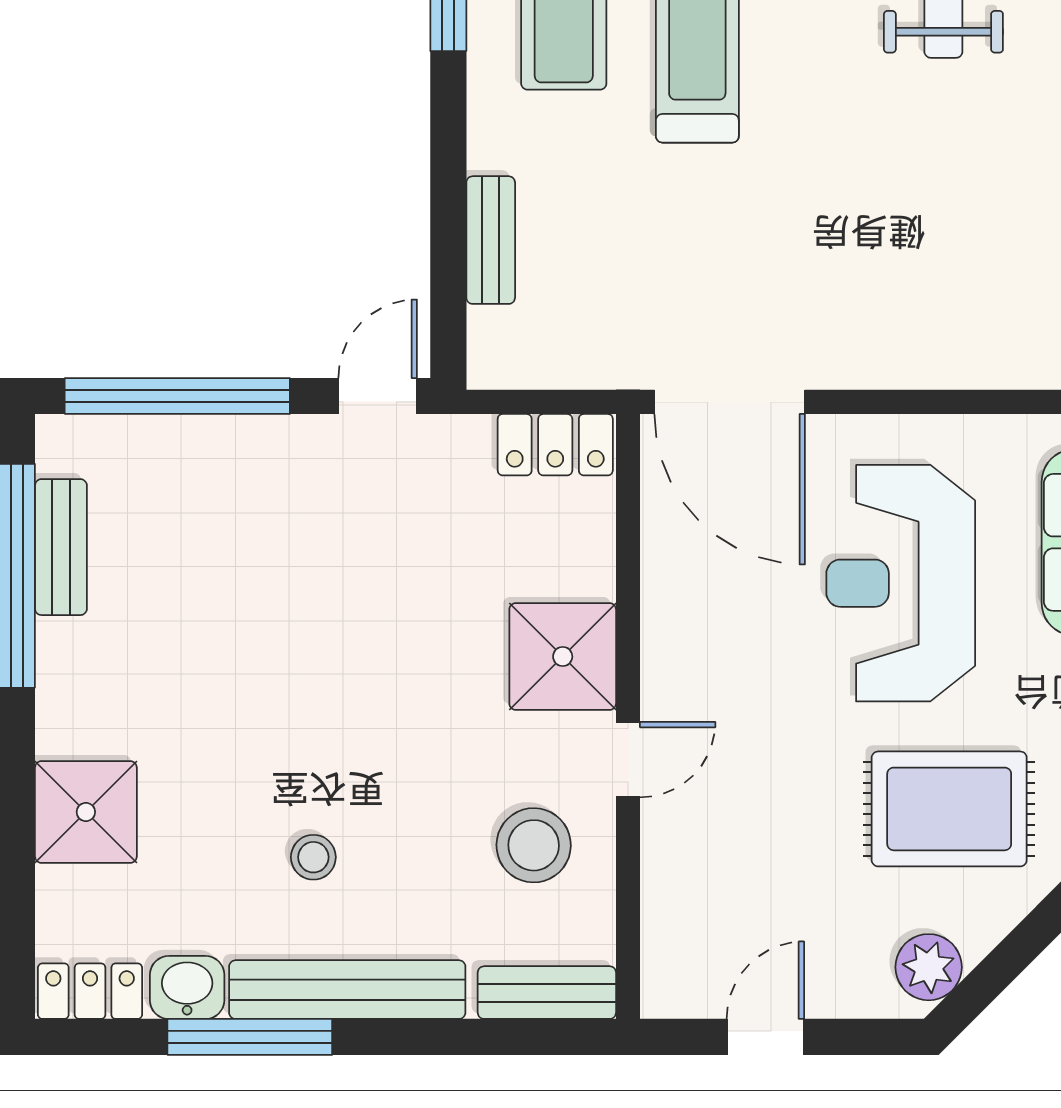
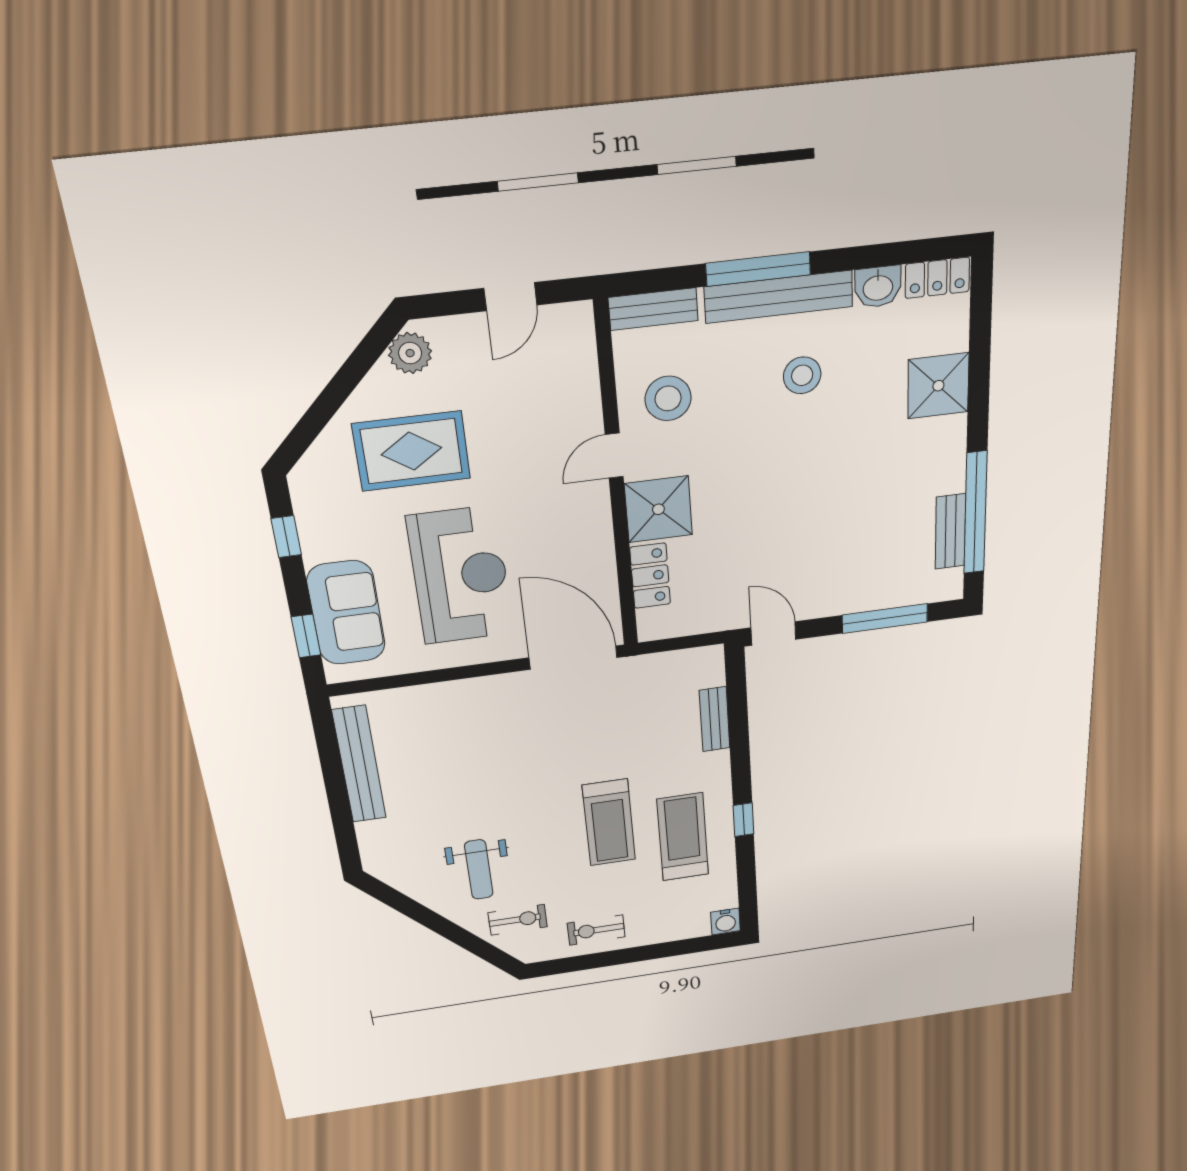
window: (177, 396) -> (885, 618), width x0.68
door: (378, 396) -> (773, 634), swing flipped
locker: (555, 445) -> (650, 576), moved, turned 90
stool: (313, 857) -> (802, 375), width x1.37, depth x1.37
window: (250, 1037) -> (758, 269), moved

